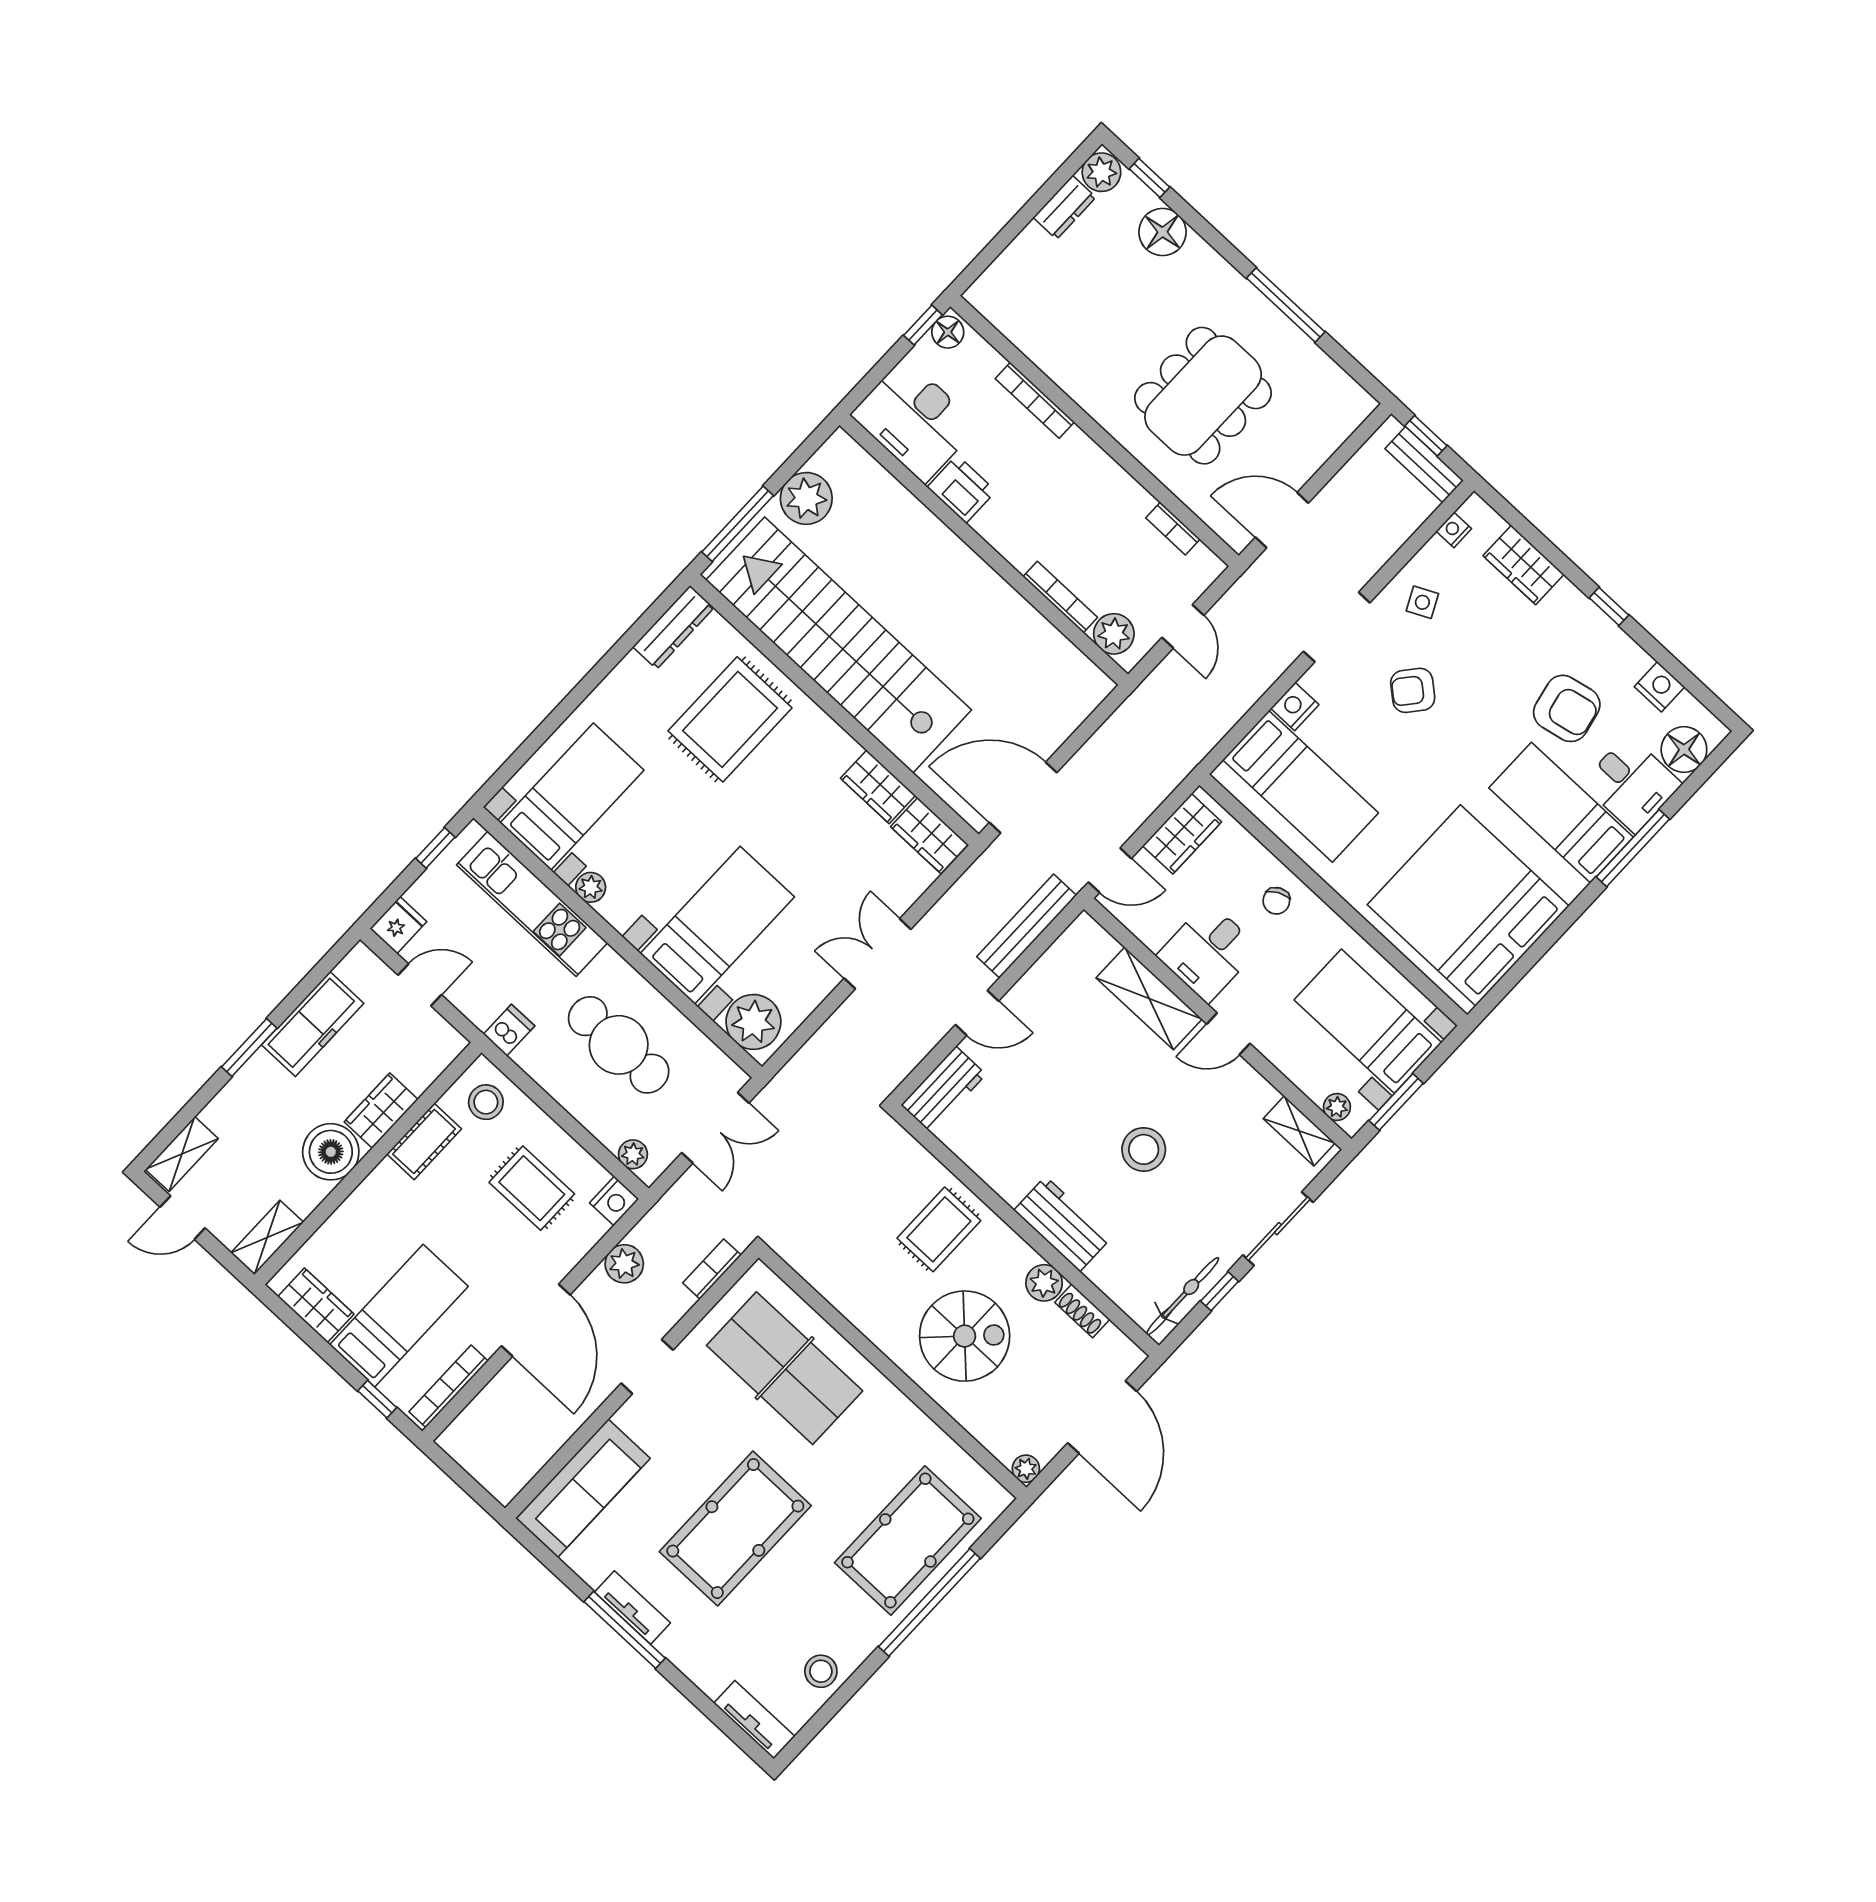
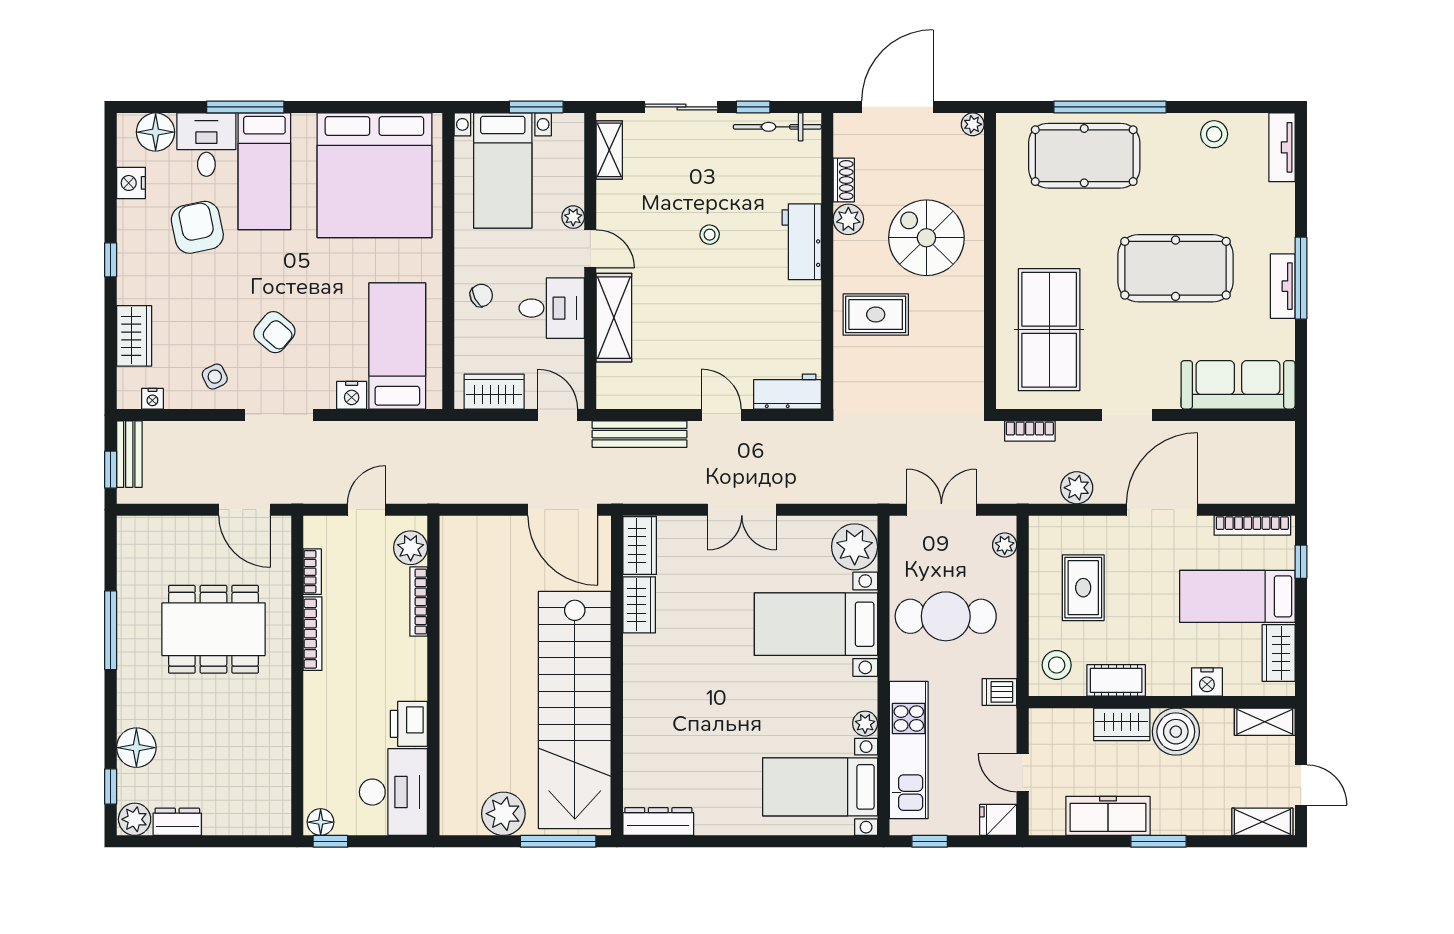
bookcase: (1035, 400) -> (313, 634), moved
rug: (730, 719) -> (682, 734), removed
cafe table: (619, 1045) -> (946, 616), turned 90
plant: (1337, 1107) -> (573, 217), moved
stool: (1144, 1149) -> (710, 235), width x0.53, depth x0.53
nightstand: (614, 1201) -> (1207, 682), moved, turned 180

